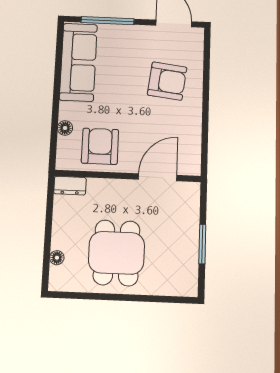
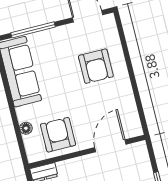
armchair: (167, 81) -> (96, 66), turned 83

